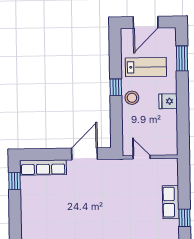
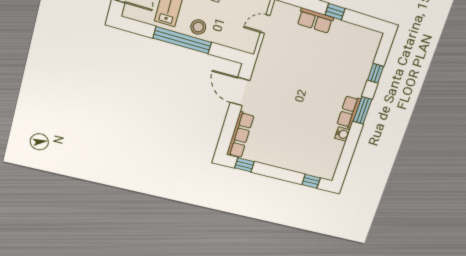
window: (116, 87) -> (182, 40), width x3.17
door: (142, 157) -> (265, 24), moved

